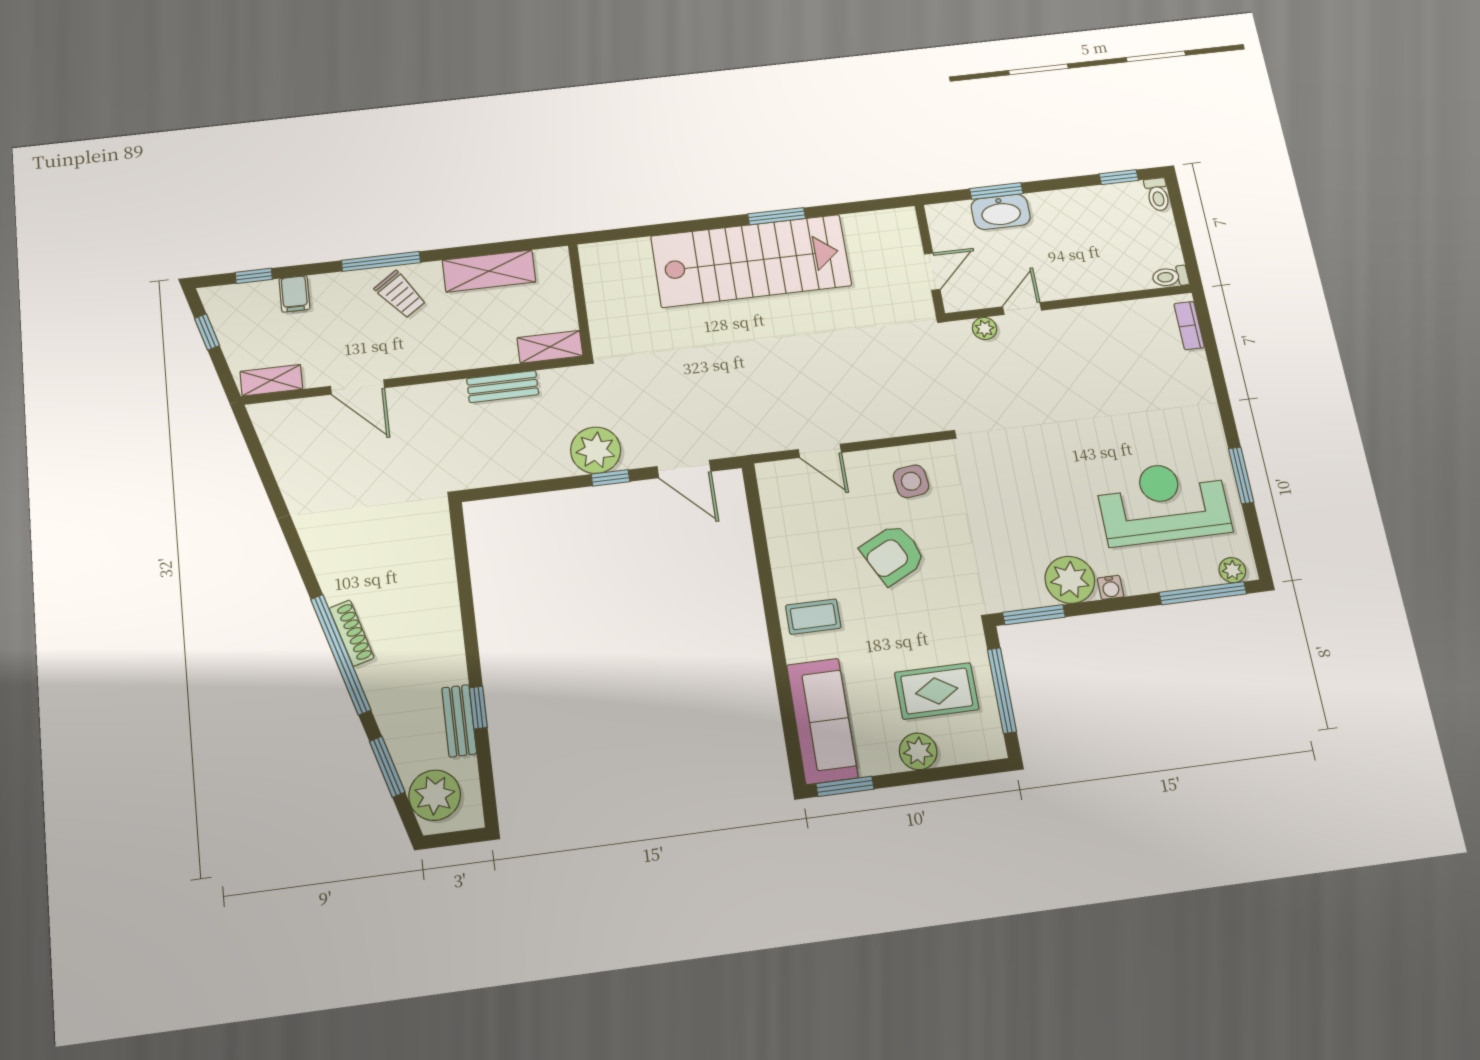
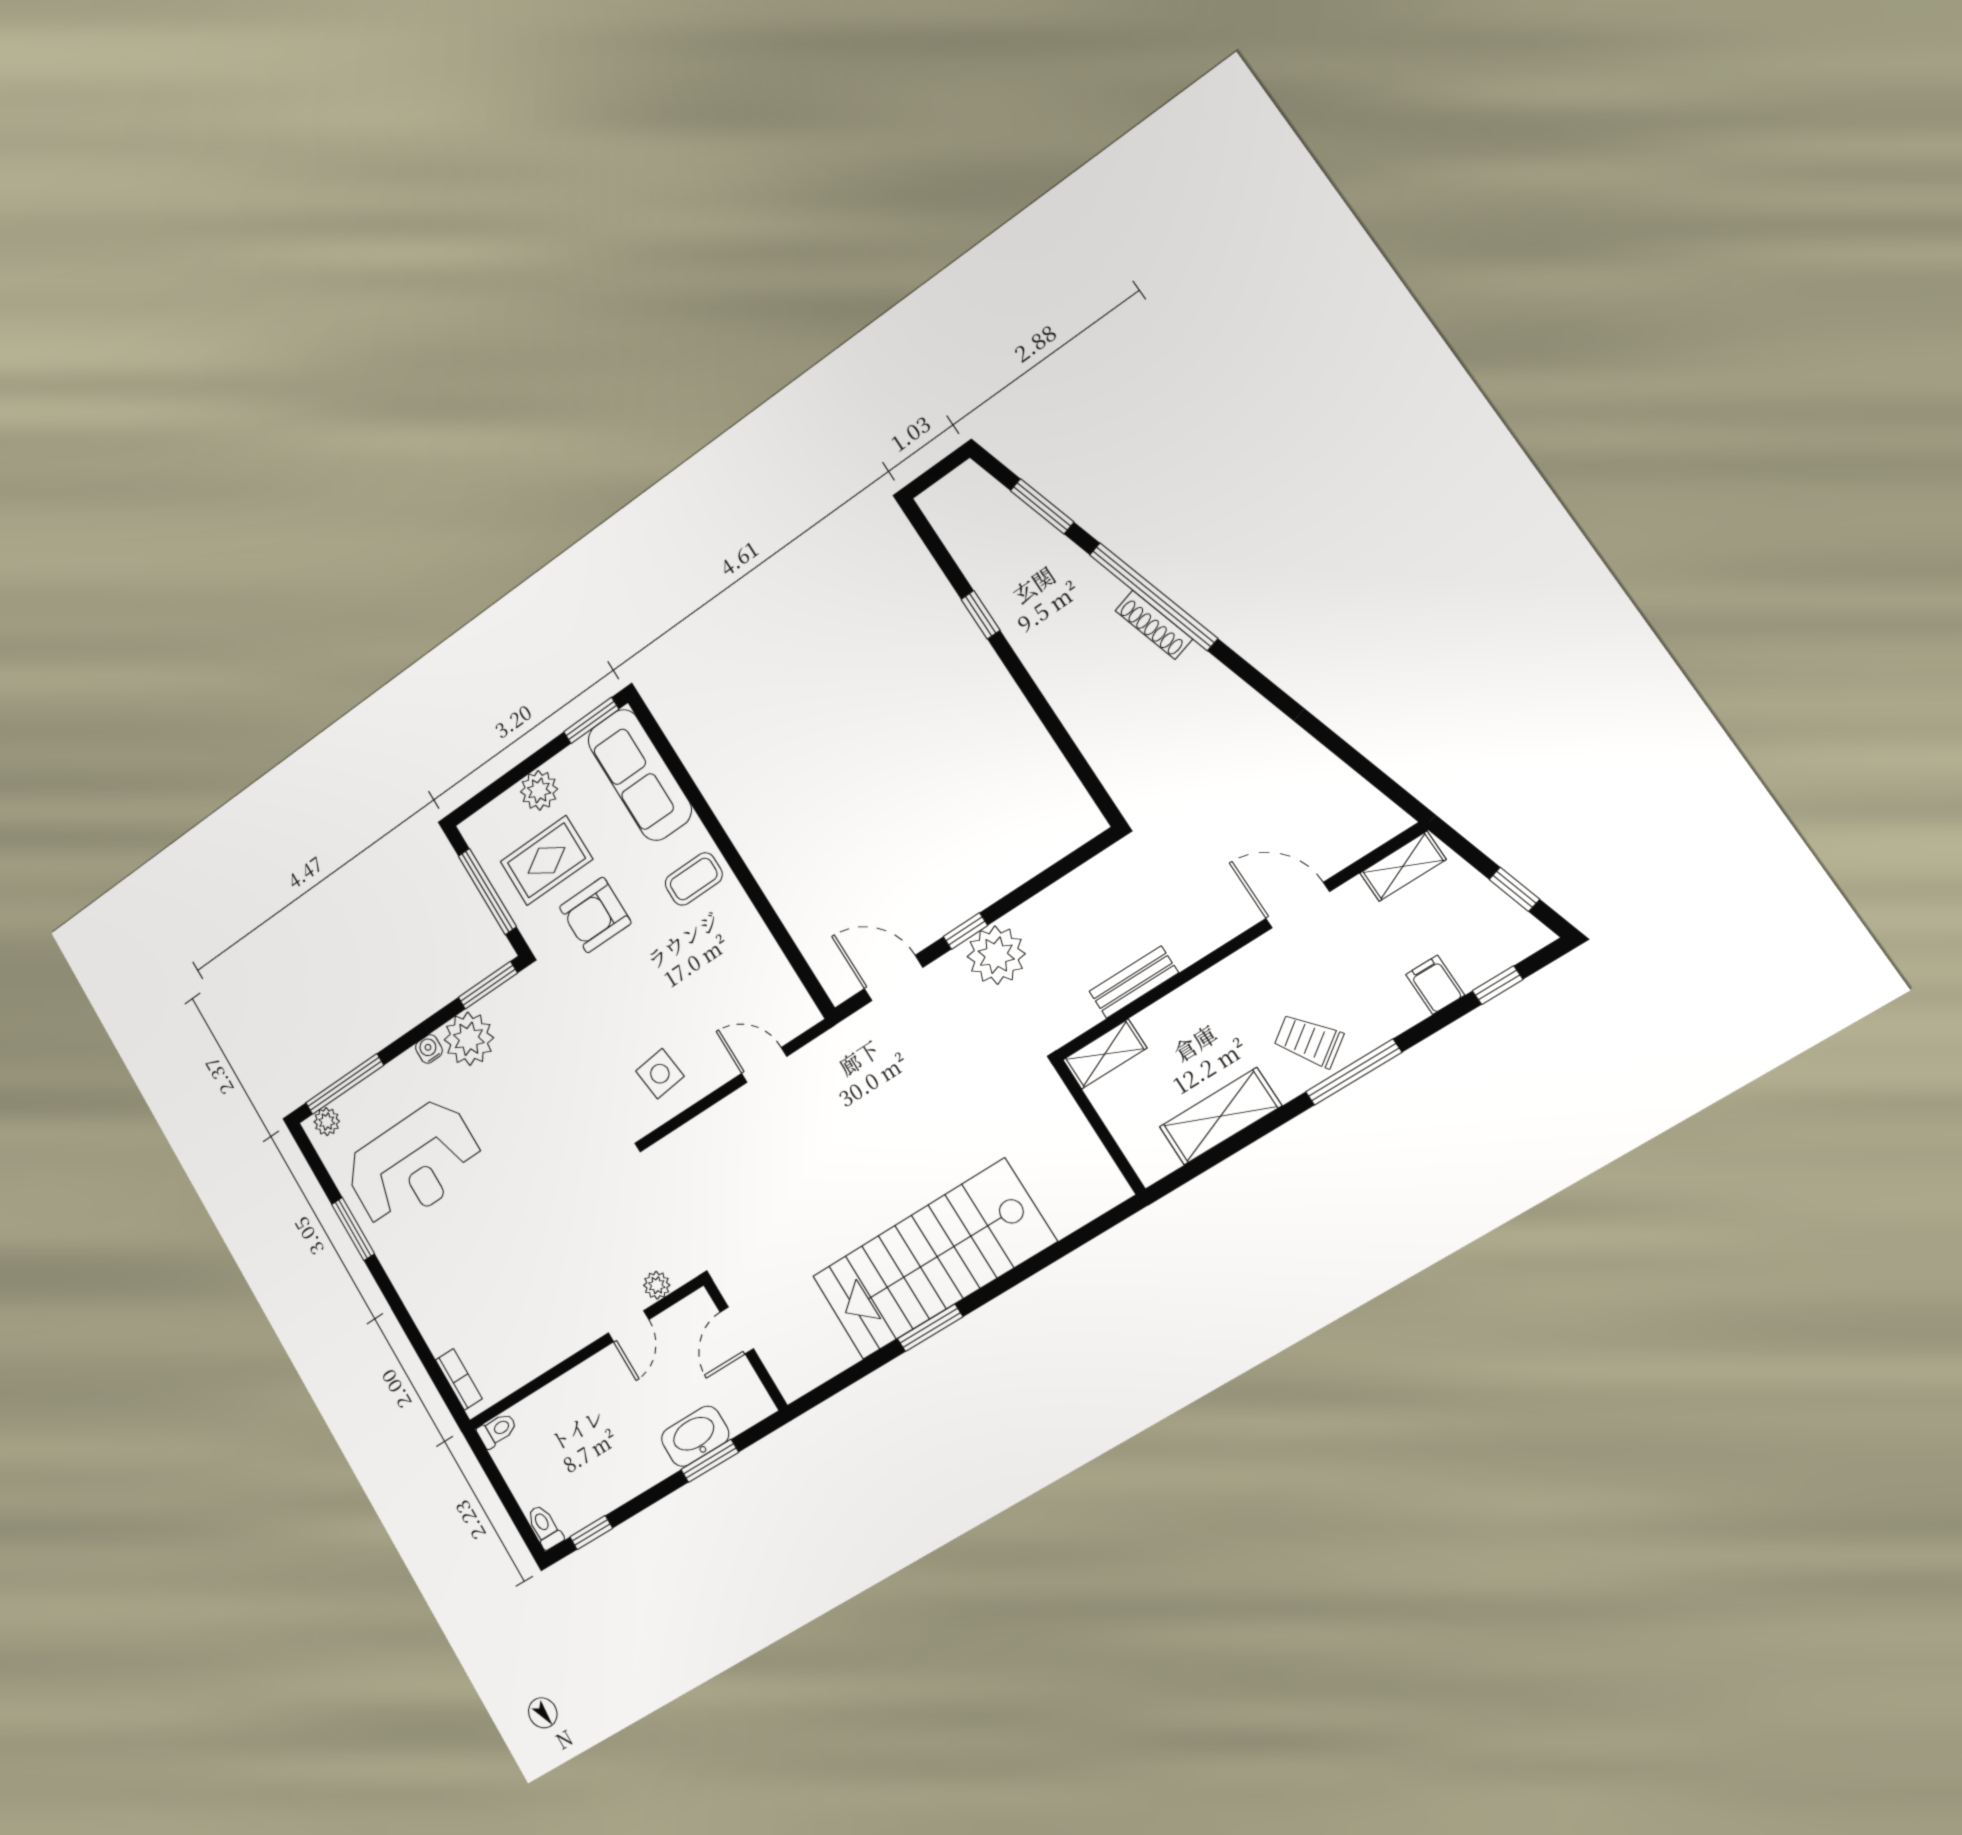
armchair: (893, 554) -> (595, 915), moved, turned -153
bench: (459, 721) -> (993, 591), removed
plant: (435, 795) -> (979, 503), removed

